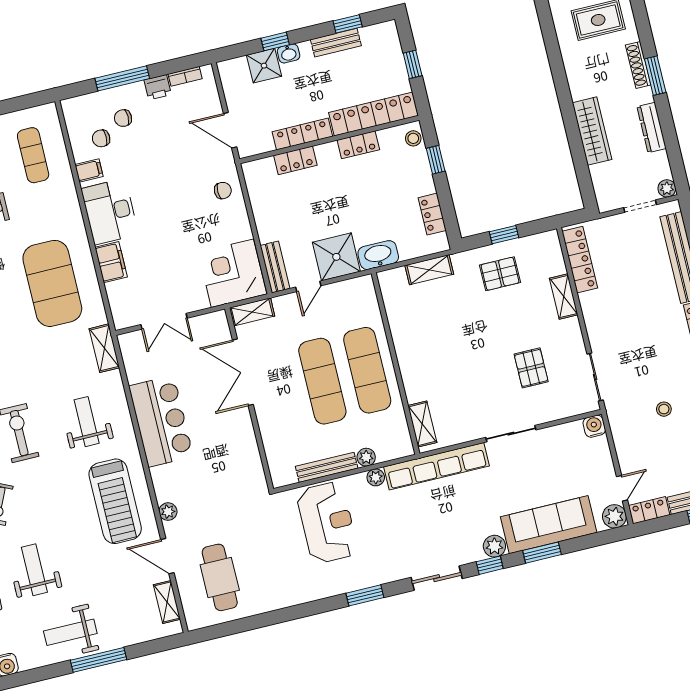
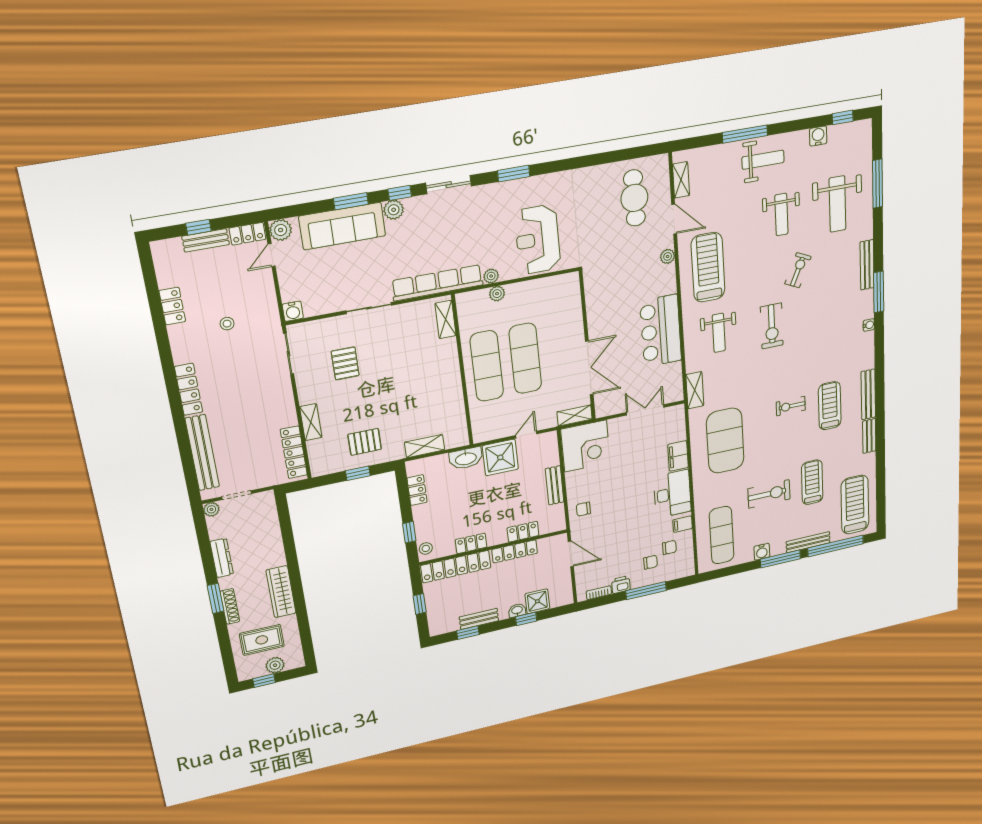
wardrobe: (592, 131) -> (281, 592), moved
exercise mat: (33, 155) -> (722, 535), width x1.36, depth x1.45
bench: (275, 267) -> (555, 485), moved
bench: (327, 467) -> (532, 287), removed

